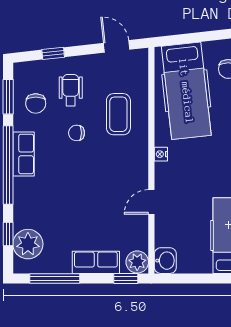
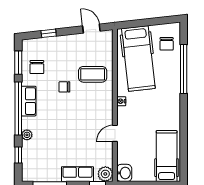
wheelchair: (71, 90) -> (60, 58), removed
coffee table: (118, 114) -> (93, 74), turned 90
plant: (28, 244) -> (27, 135), moved, width x0.53, depth x0.53

